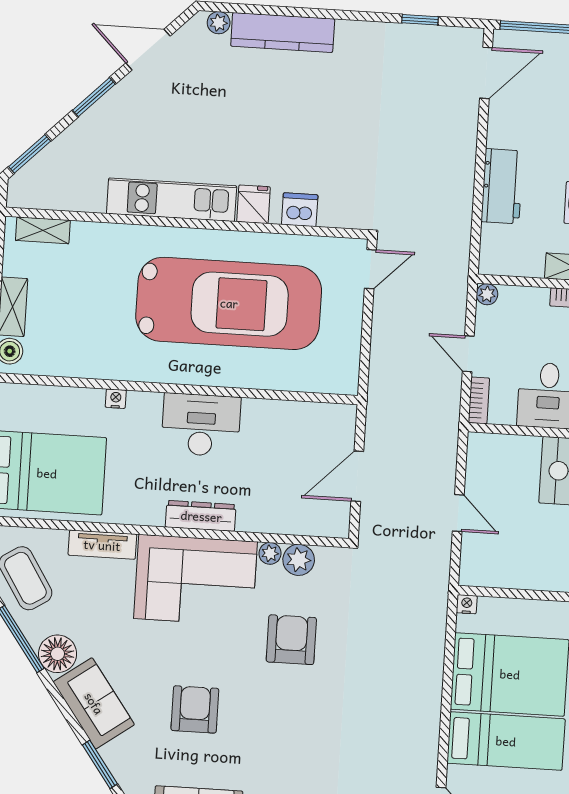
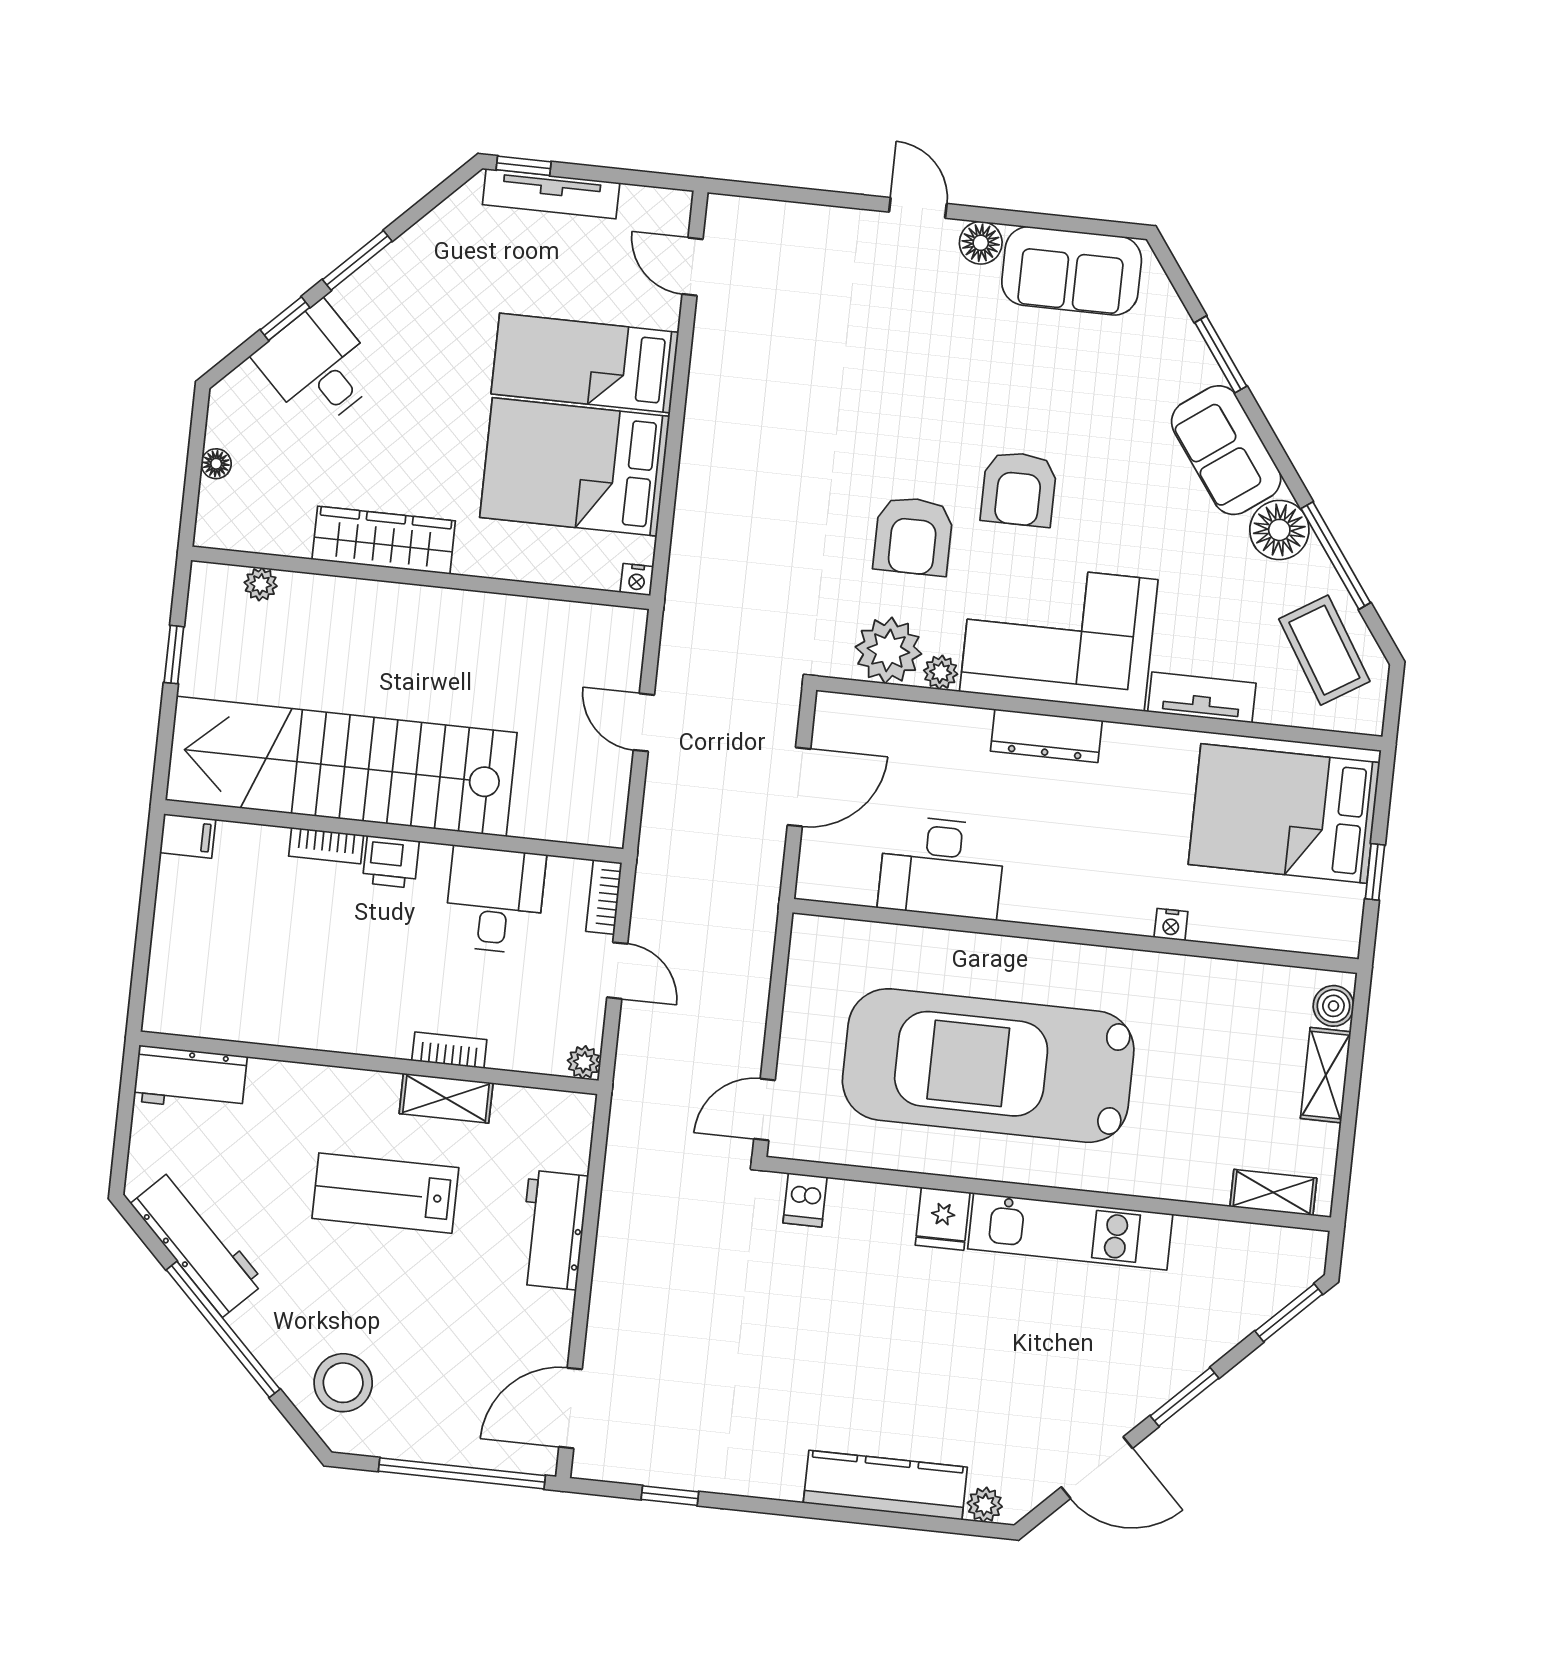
dishwasher: (300, 210) -> (805, 1200), moved, width x0.73
desk: (201, 425) -> (942, 867), moved
plant: (299, 560) -> (888, 650), width x1.36, depth x1.36
armchair: (195, 709) -> (1019, 489), moved

